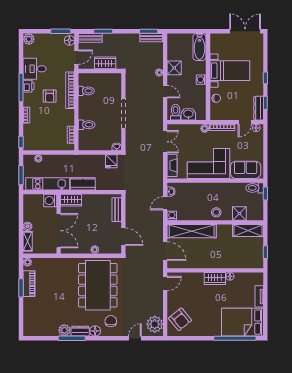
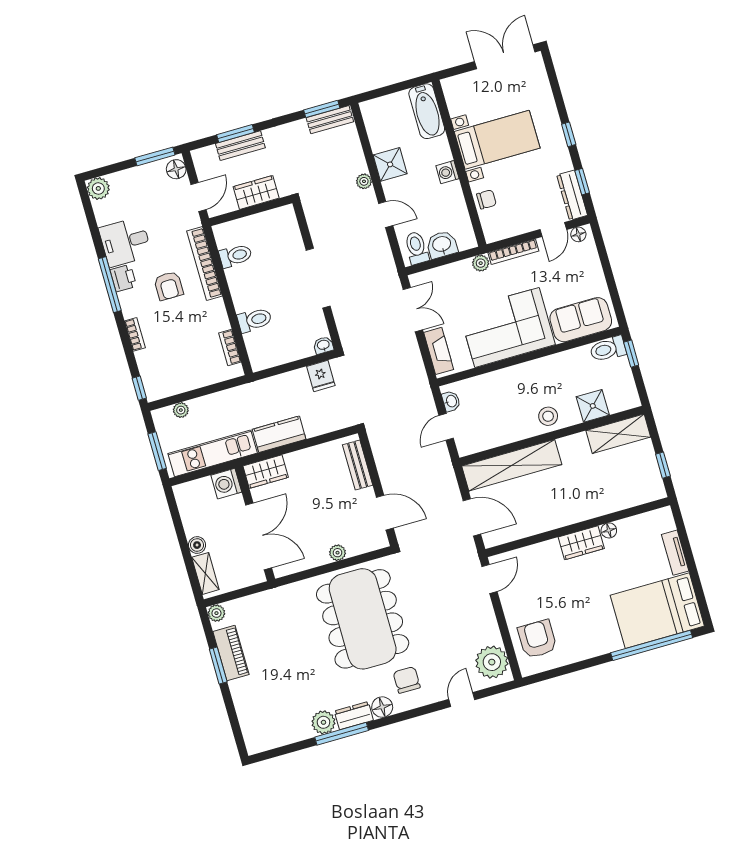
bench: (90, 38) -> (240, 146), moved
washing machine: (172, 216) -> (466, 447), removed
armchair: (180, 319) -> (537, 639), turned -141

